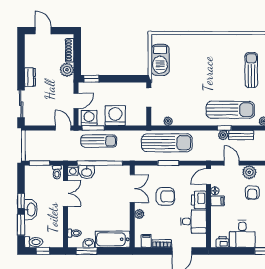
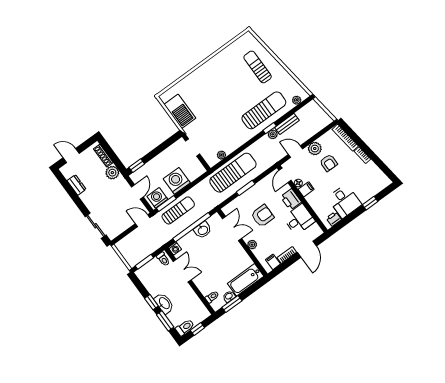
dresser: (30, 77) -> (77, 185), moved
washbasin: (87, 172) -> (203, 230), moved

